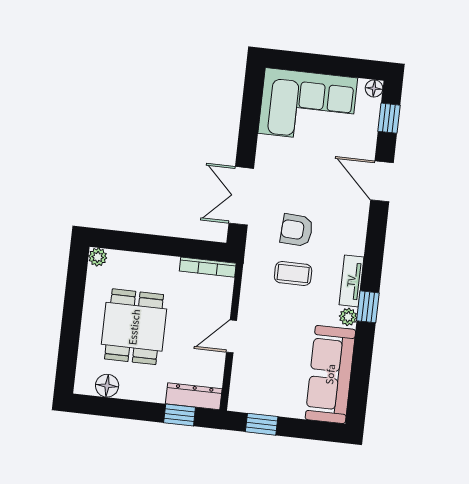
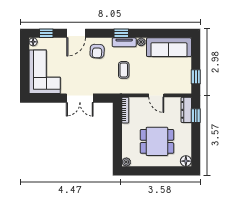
double door: (241, 196) -> (80, 98), moved
armchair: (297, 230) -> (97, 51), moved
window: (368, 307) -> (121, 33), moved
floor lamp: (107, 386) -> (186, 161), moved

